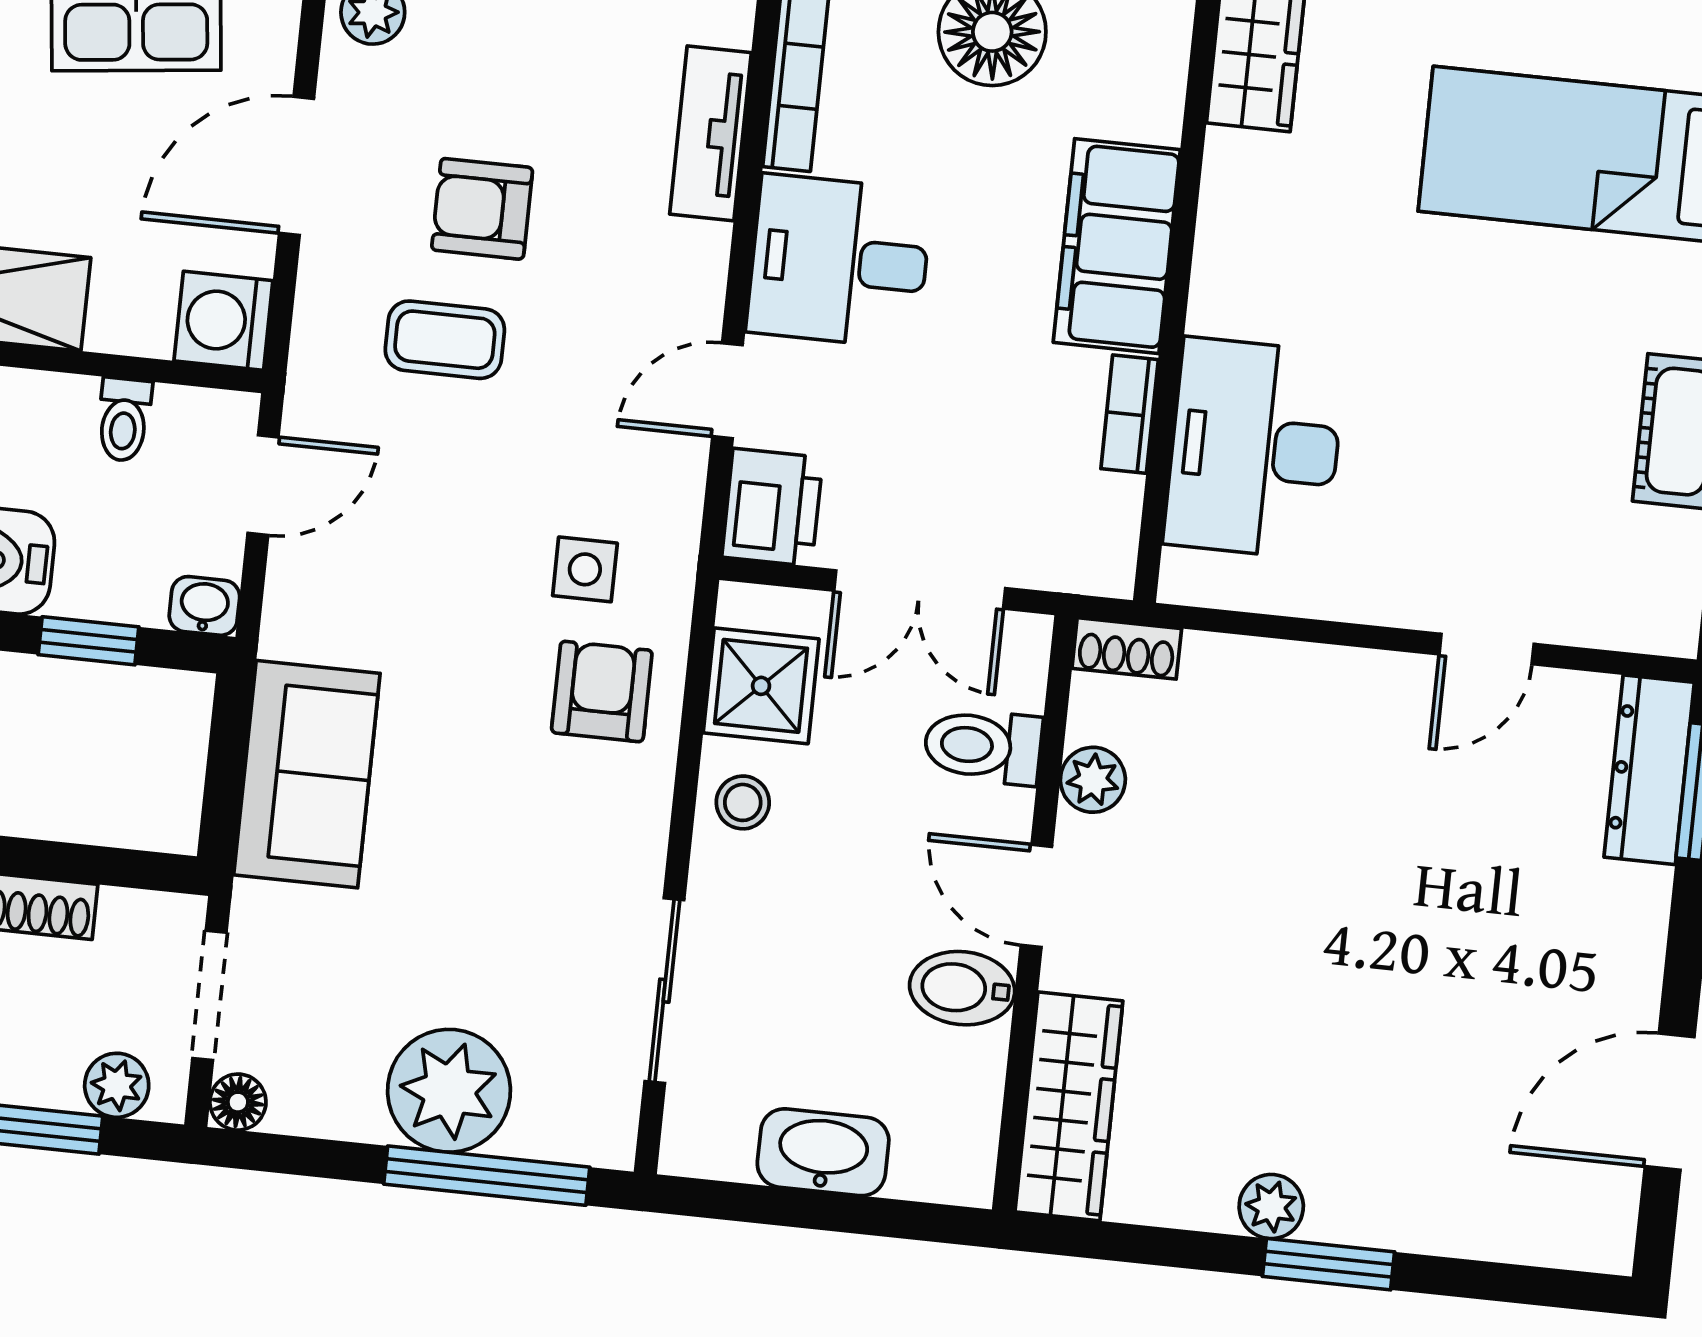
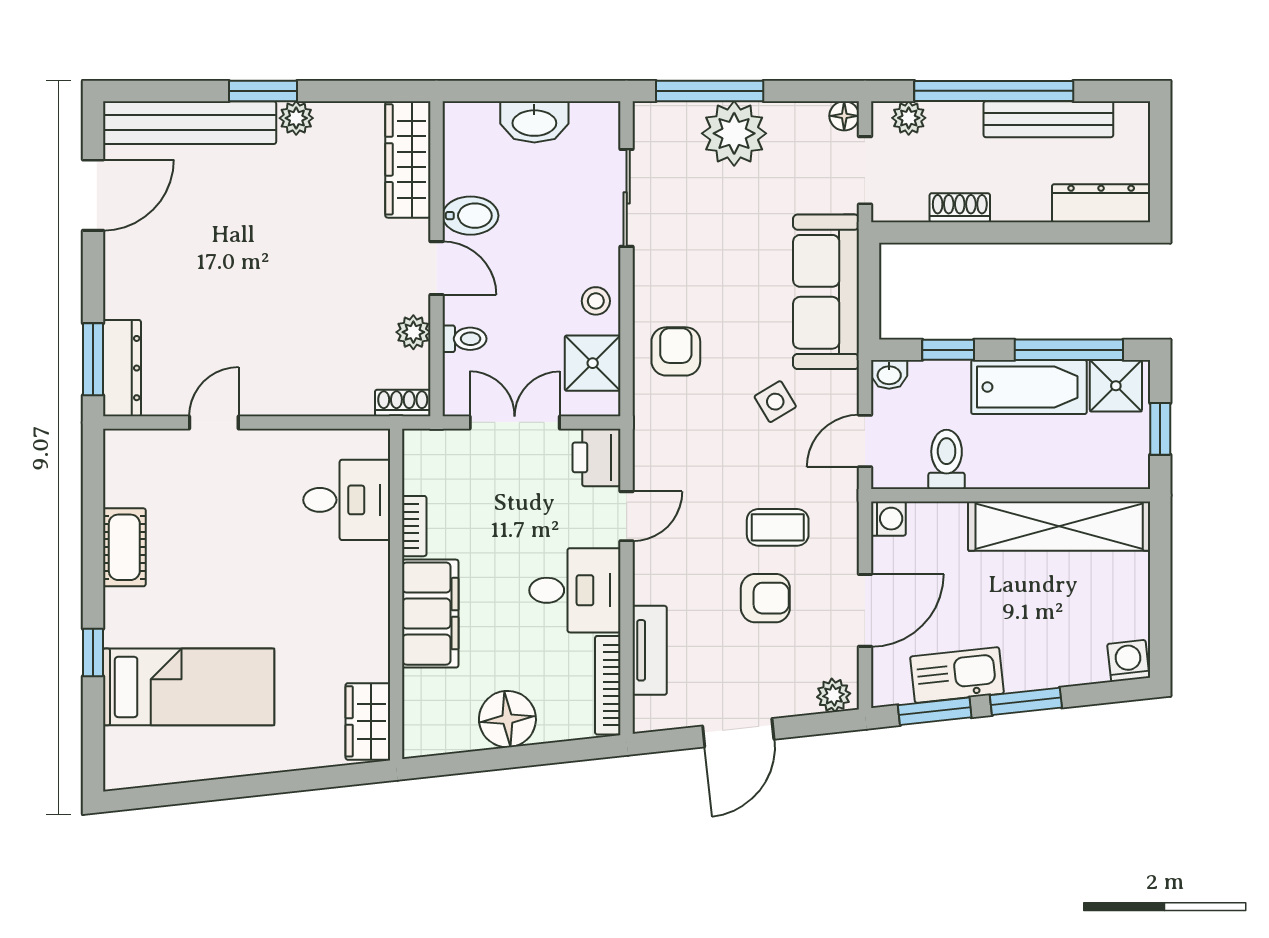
washing machine: (223, 321) -> (888, 519), width x0.73, depth x0.73
toilet: (124, 420) -> (947, 459), width x1.37, depth x1.39
desk: (1255, 449) -> (347, 500), width x0.73
side table: (585, 569) -> (775, 402), moved, turned -31
armchair: (602, 691) -> (676, 351), turned 180
toilet: (983, 746) -> (464, 339), width x0.73, depth x0.72
sofa: (307, 774) -> (826, 292), width x1.36
bench: (1473, 1219) -> (190, 123), added

